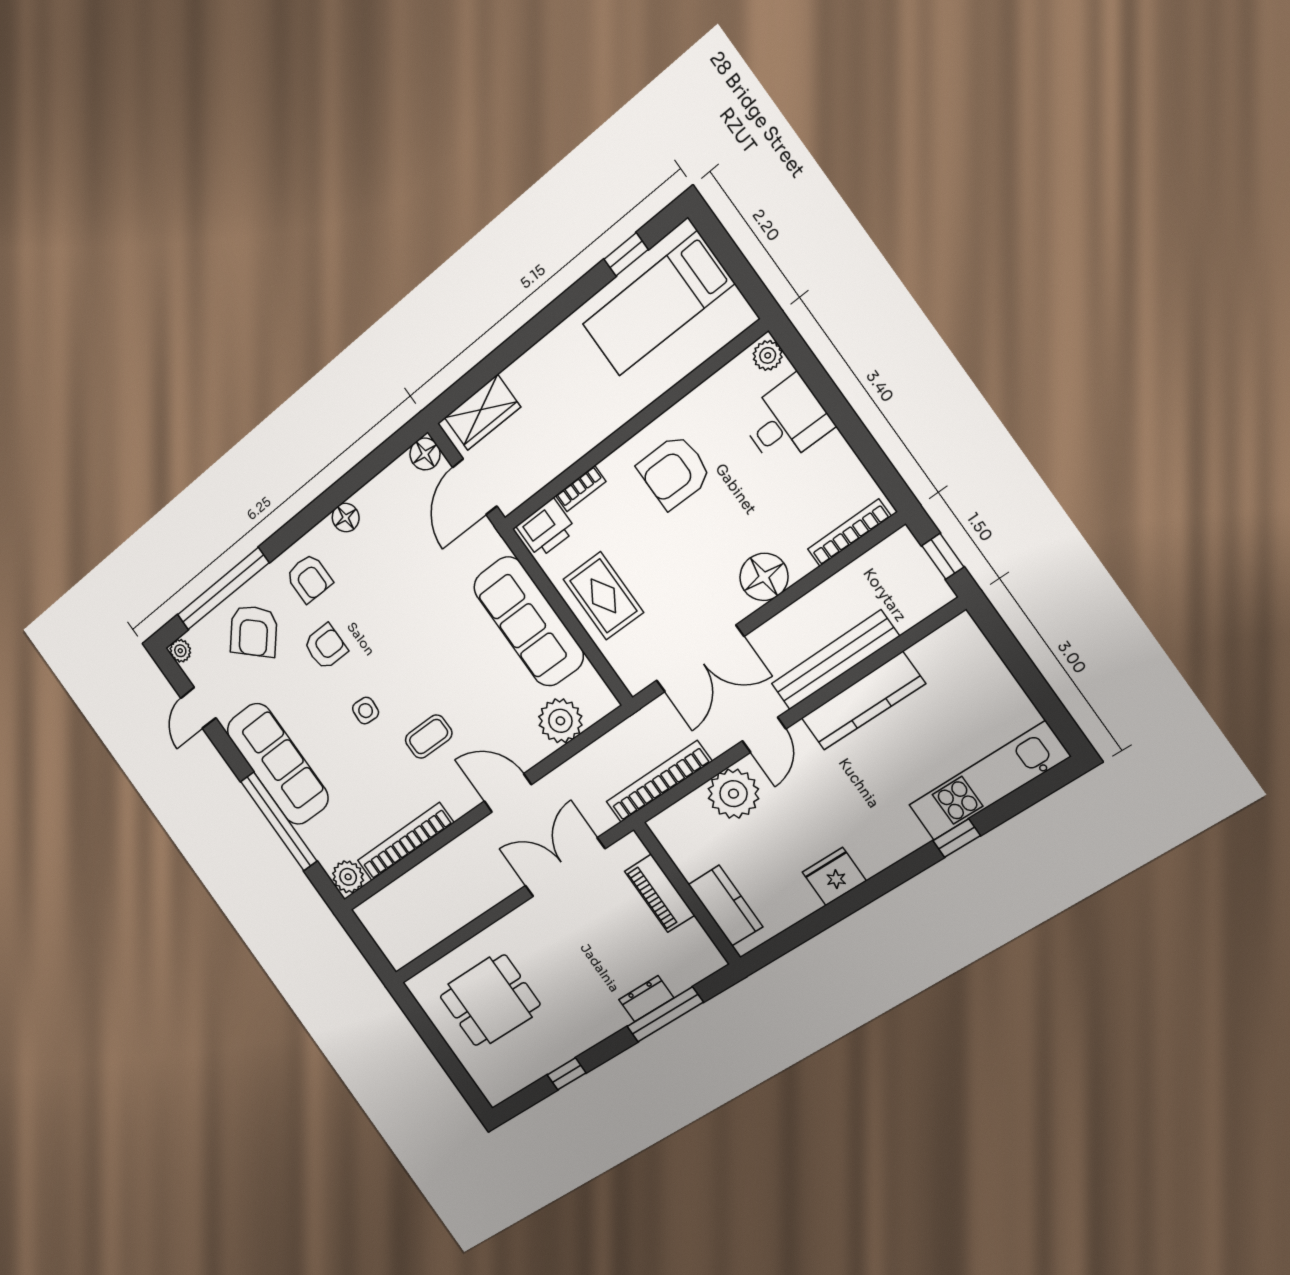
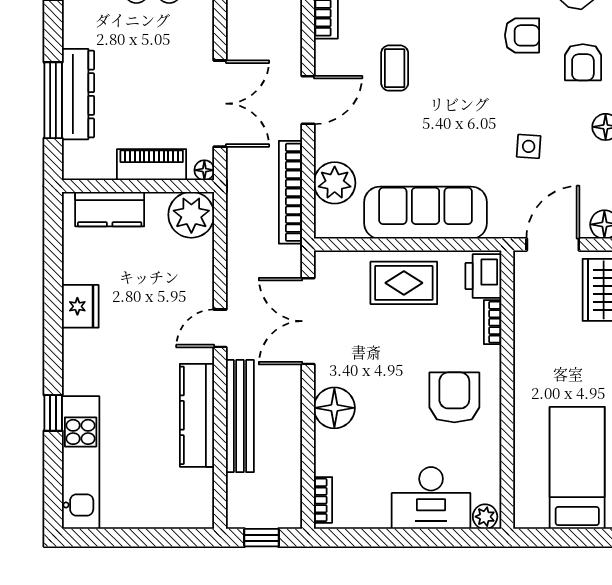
desk: (786, 421) -> (431, 498), width x1.37
door: (475, 487) -> (553, 245), hinge flipped
bookcase: (849, 533) -> (323, 500), width x0.64
armchair: (309, 578) -> (583, 62), turned -90
armchair: (326, 647) -> (522, 35), turned -90
side table: (366, 711) -> (529, 146), moved
door: (764, 735) -> (220, 328), hinge flipped
bookcase: (659, 782) -> (290, 192), moved, turned 180
plant: (733, 794) -> (191, 215), moved
floor lamp: (631, 844) -> (204, 170), added
dresser: (646, 999) -> (78, 94), width x1.96, depth x1.24

